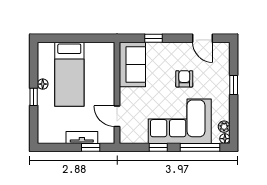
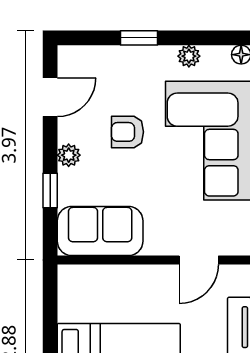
plant: (172, 48) -> (69, 155), added
plant: (224, 127) -> (189, 56), moved

